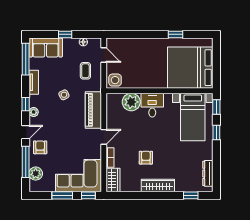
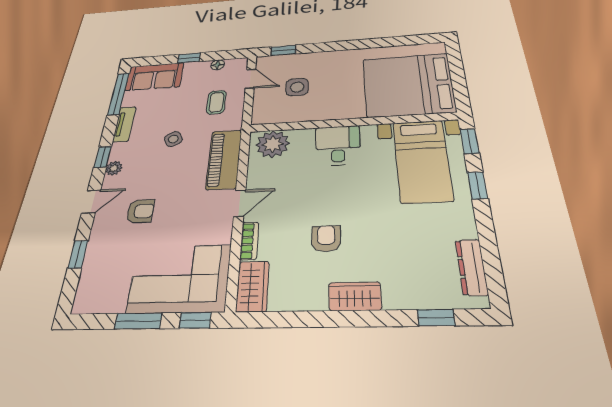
window: (175, 34) -> (283, 50), moved
side table: (115, 80) -> (297, 87), moved
plant: (131, 102) -> (273, 144), moved
armchair: (40, 147) -> (140, 211), moved, turned 90
window: (26, 162) -> (78, 254), width x0.46
plant: (36, 174) -> (92, 276), removed
wardrobe: (158, 186) -> (355, 296), width x0.67

